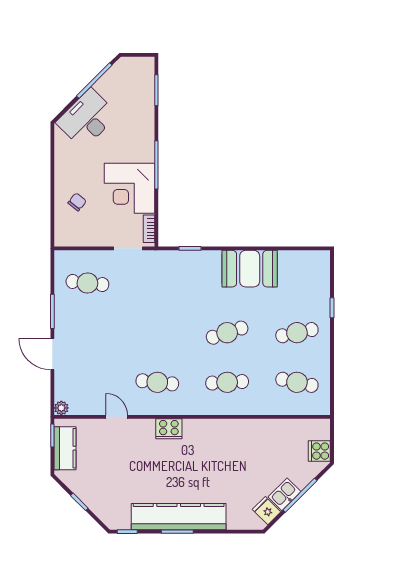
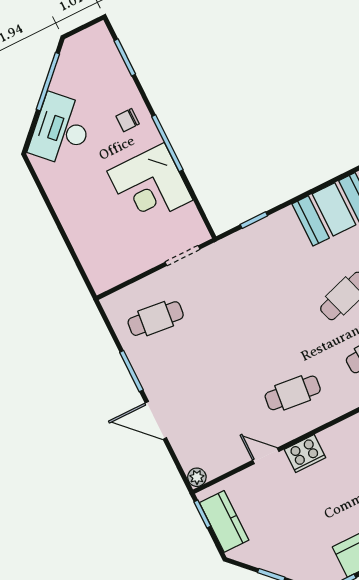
chair: (77, 202) -> (128, 120), moved, turned -129
bookcase: (149, 229) -> (195, 221), removed
cooker: (169, 429) -> (305, 454), moved

